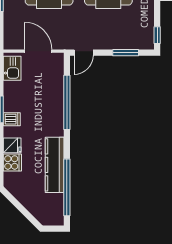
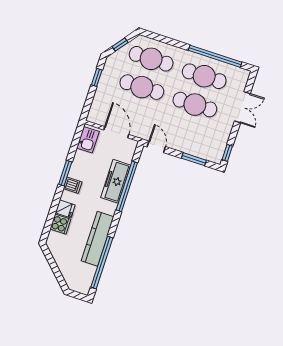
door: (84, 53) -> (156, 147), swing flipped
freezer: (54, 101) -> (116, 181), added

